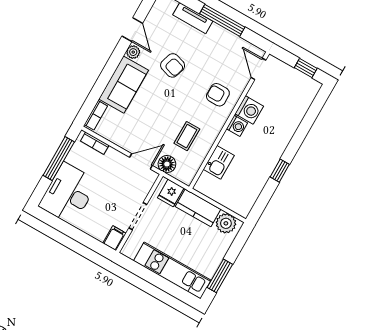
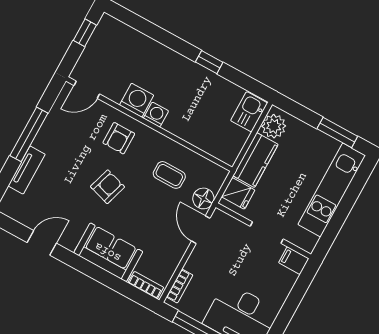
plant: (133, 52) -> (69, 241), removed
armchair: (173, 65) -> (107, 187), moved
kitchen sink: (219, 162) -> (249, 112), moved, turned -90

